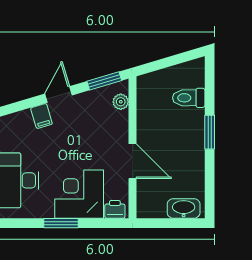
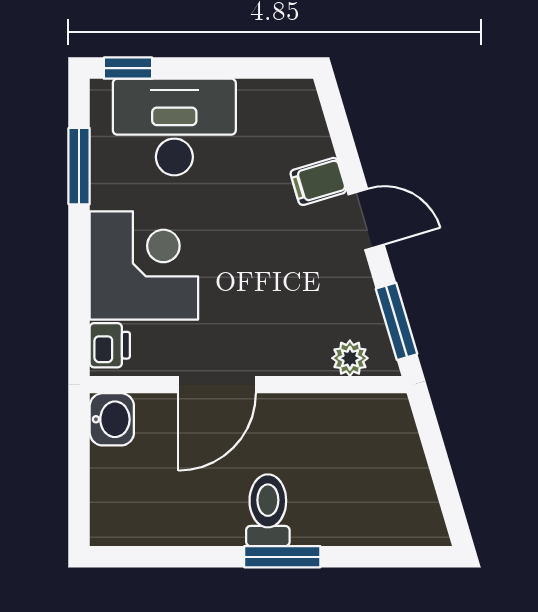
toilet: (189, 98) -> (268, 510), moved
washbasin: (184, 208) -> (112, 419), moved, width x0.72
window: (61, 223) -> (79, 166), moved

